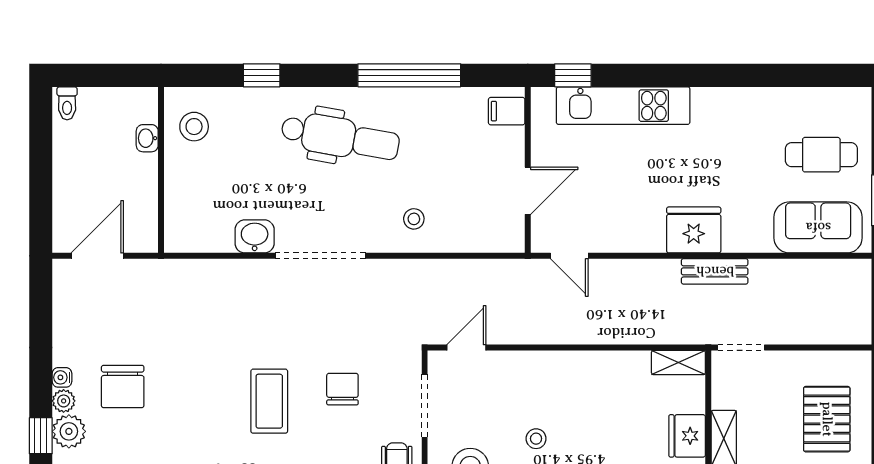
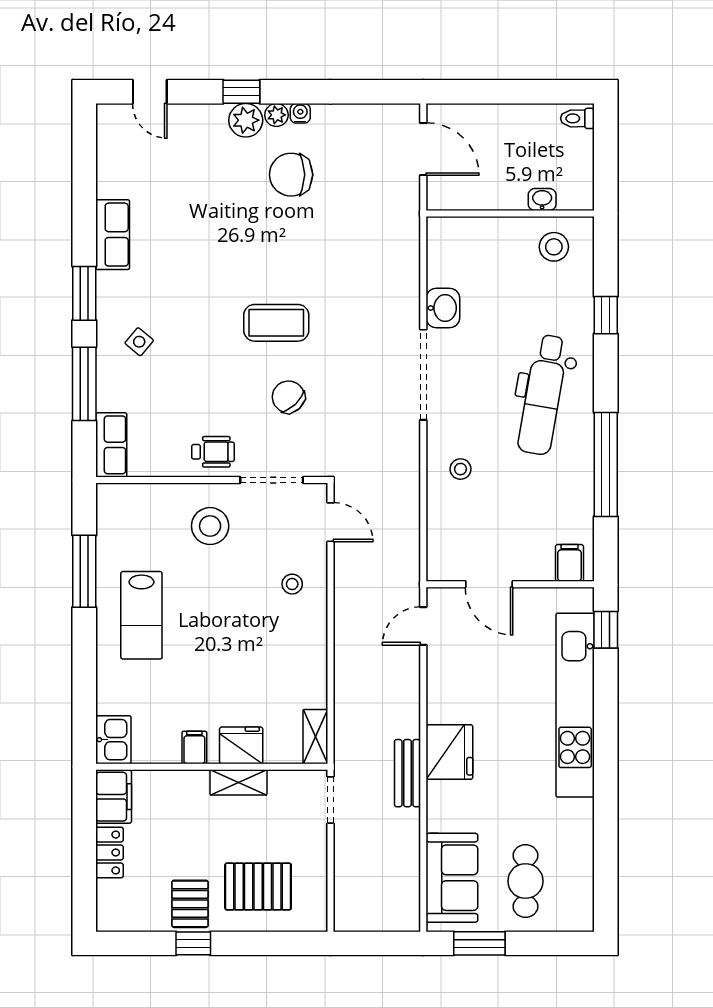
kitchen unit: (623, 106) -> (575, 705), width x1.36
chair: (342, 389) -> (288, 397), turned -133
stool: (536, 439) -> (292, 584), moved

